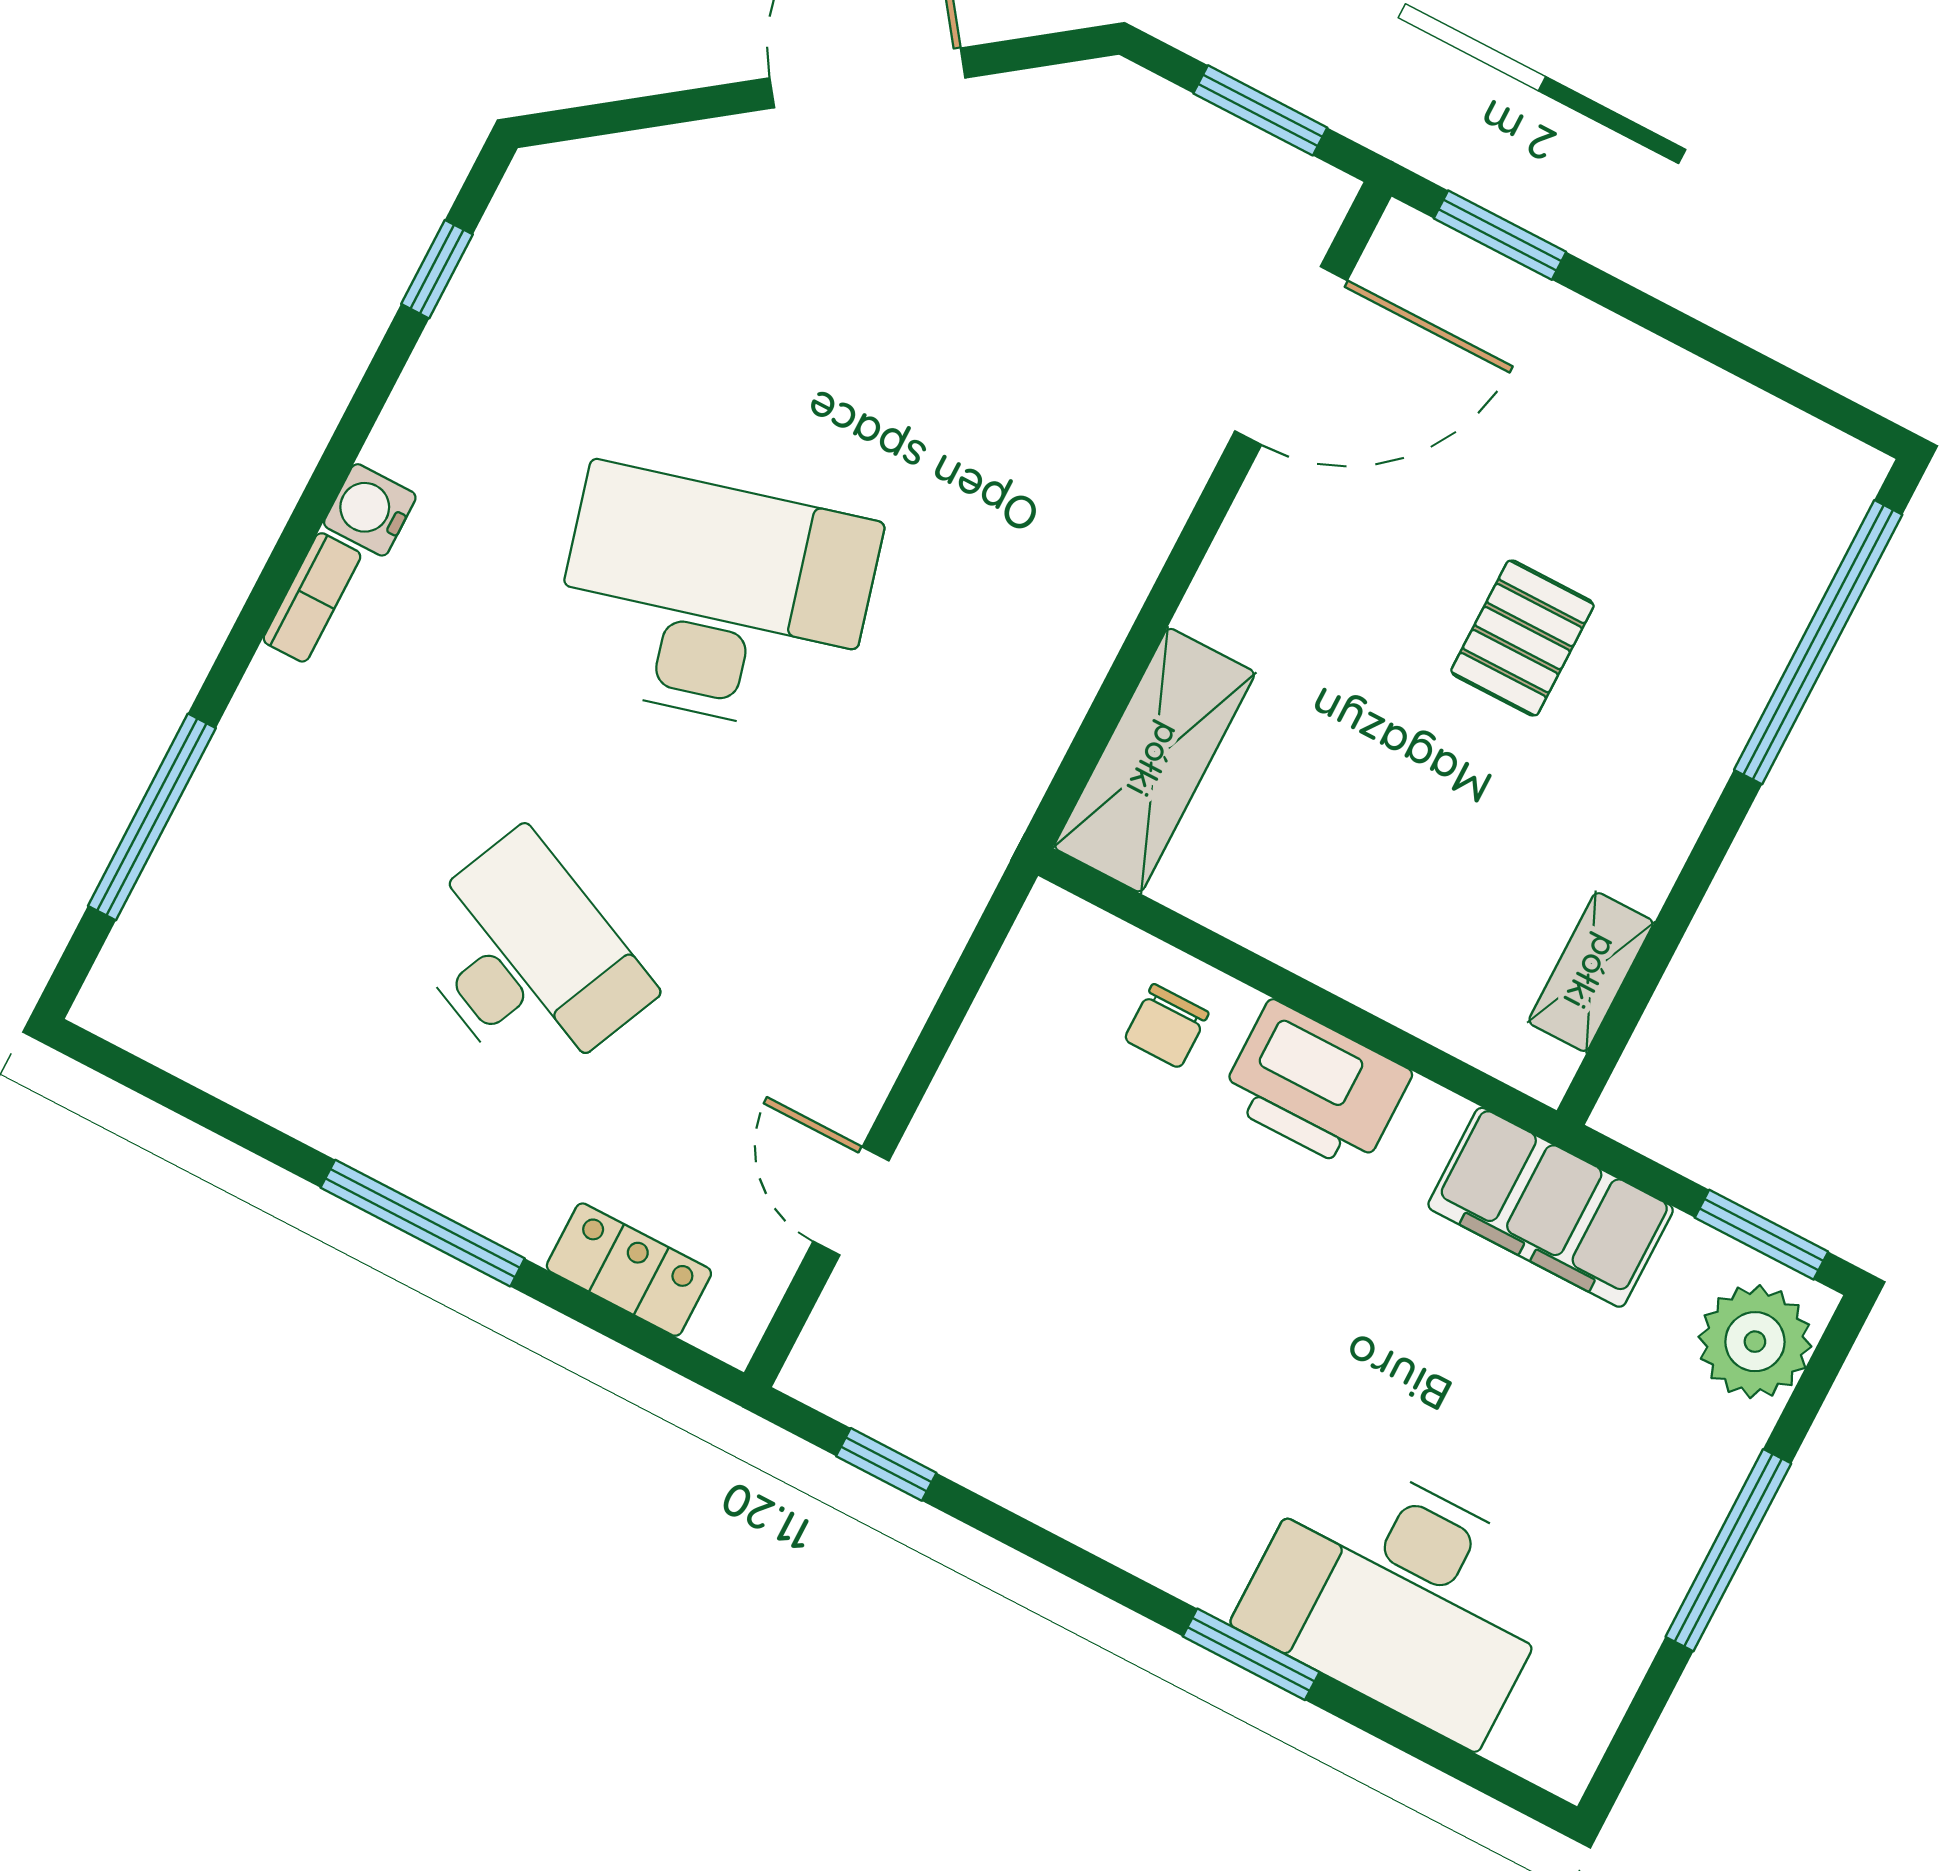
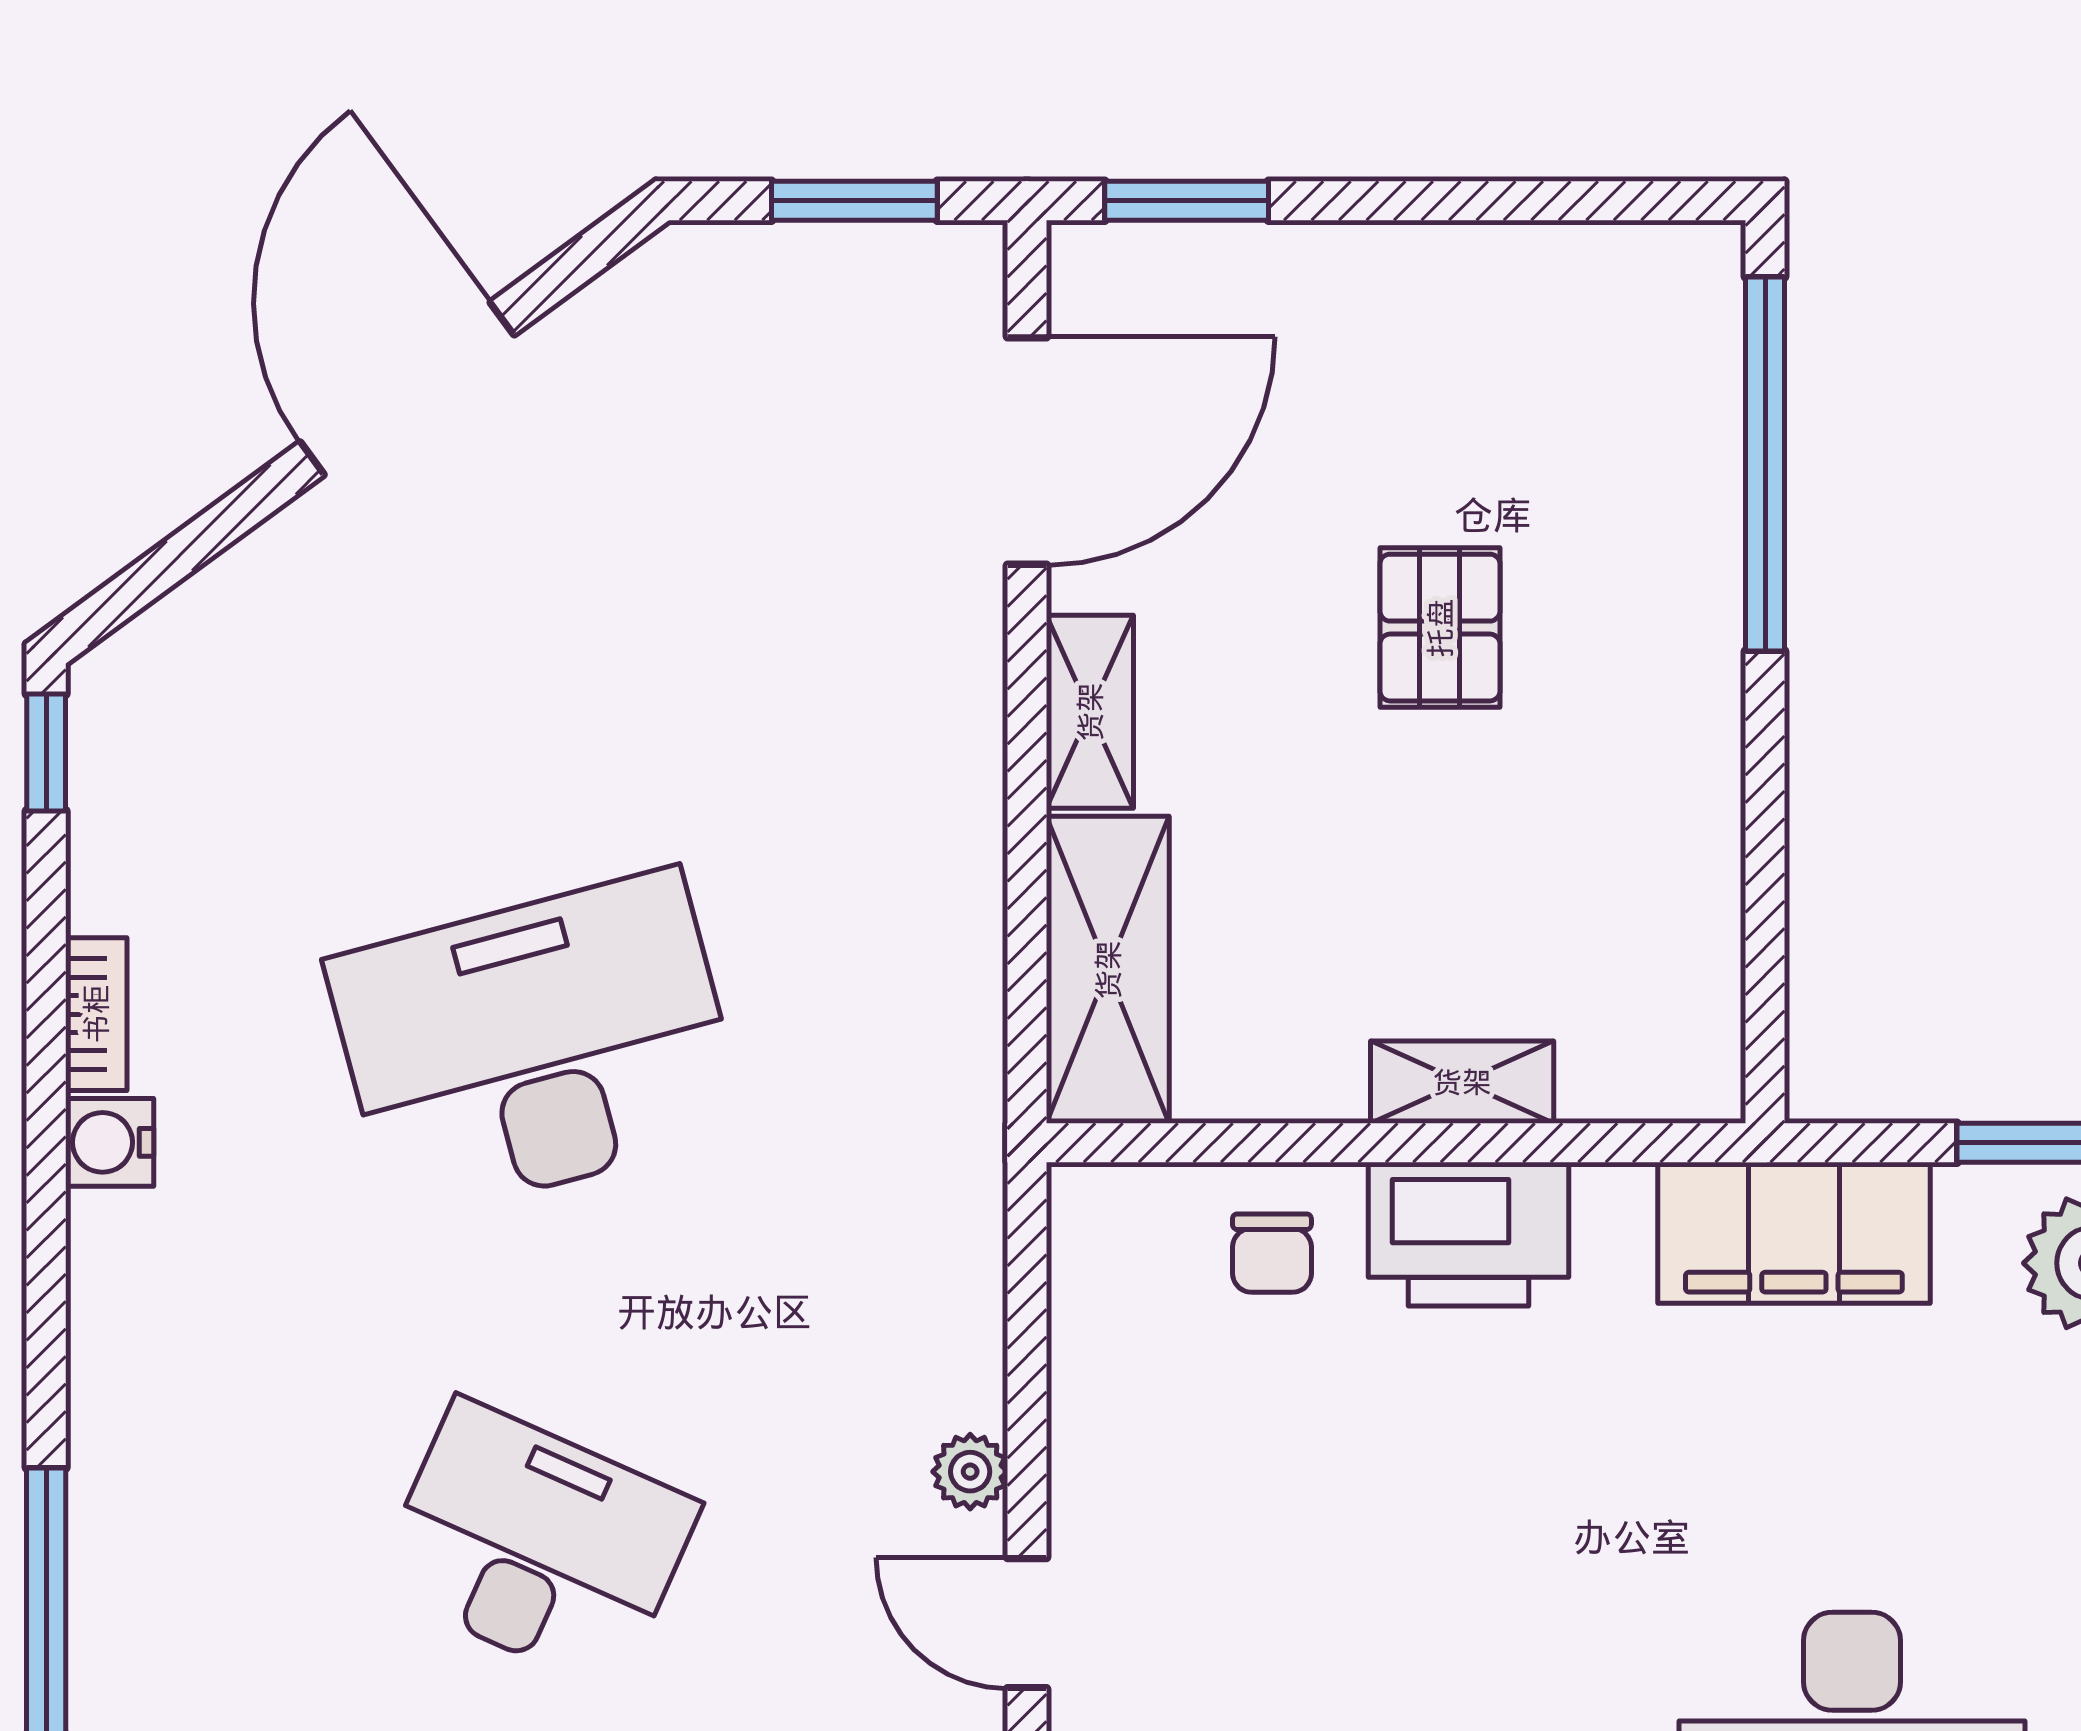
window: (437, 269) -> (46, 753), moved
shelving: (1238, 567) -> (1090, 712), added
bookcase: (312, 597) -> (96, 1014), moved
shelving: (1591, 972) -> (1462, 1082), moved, turned 90
plant: (867, 1070) -> (970, 1472), added

